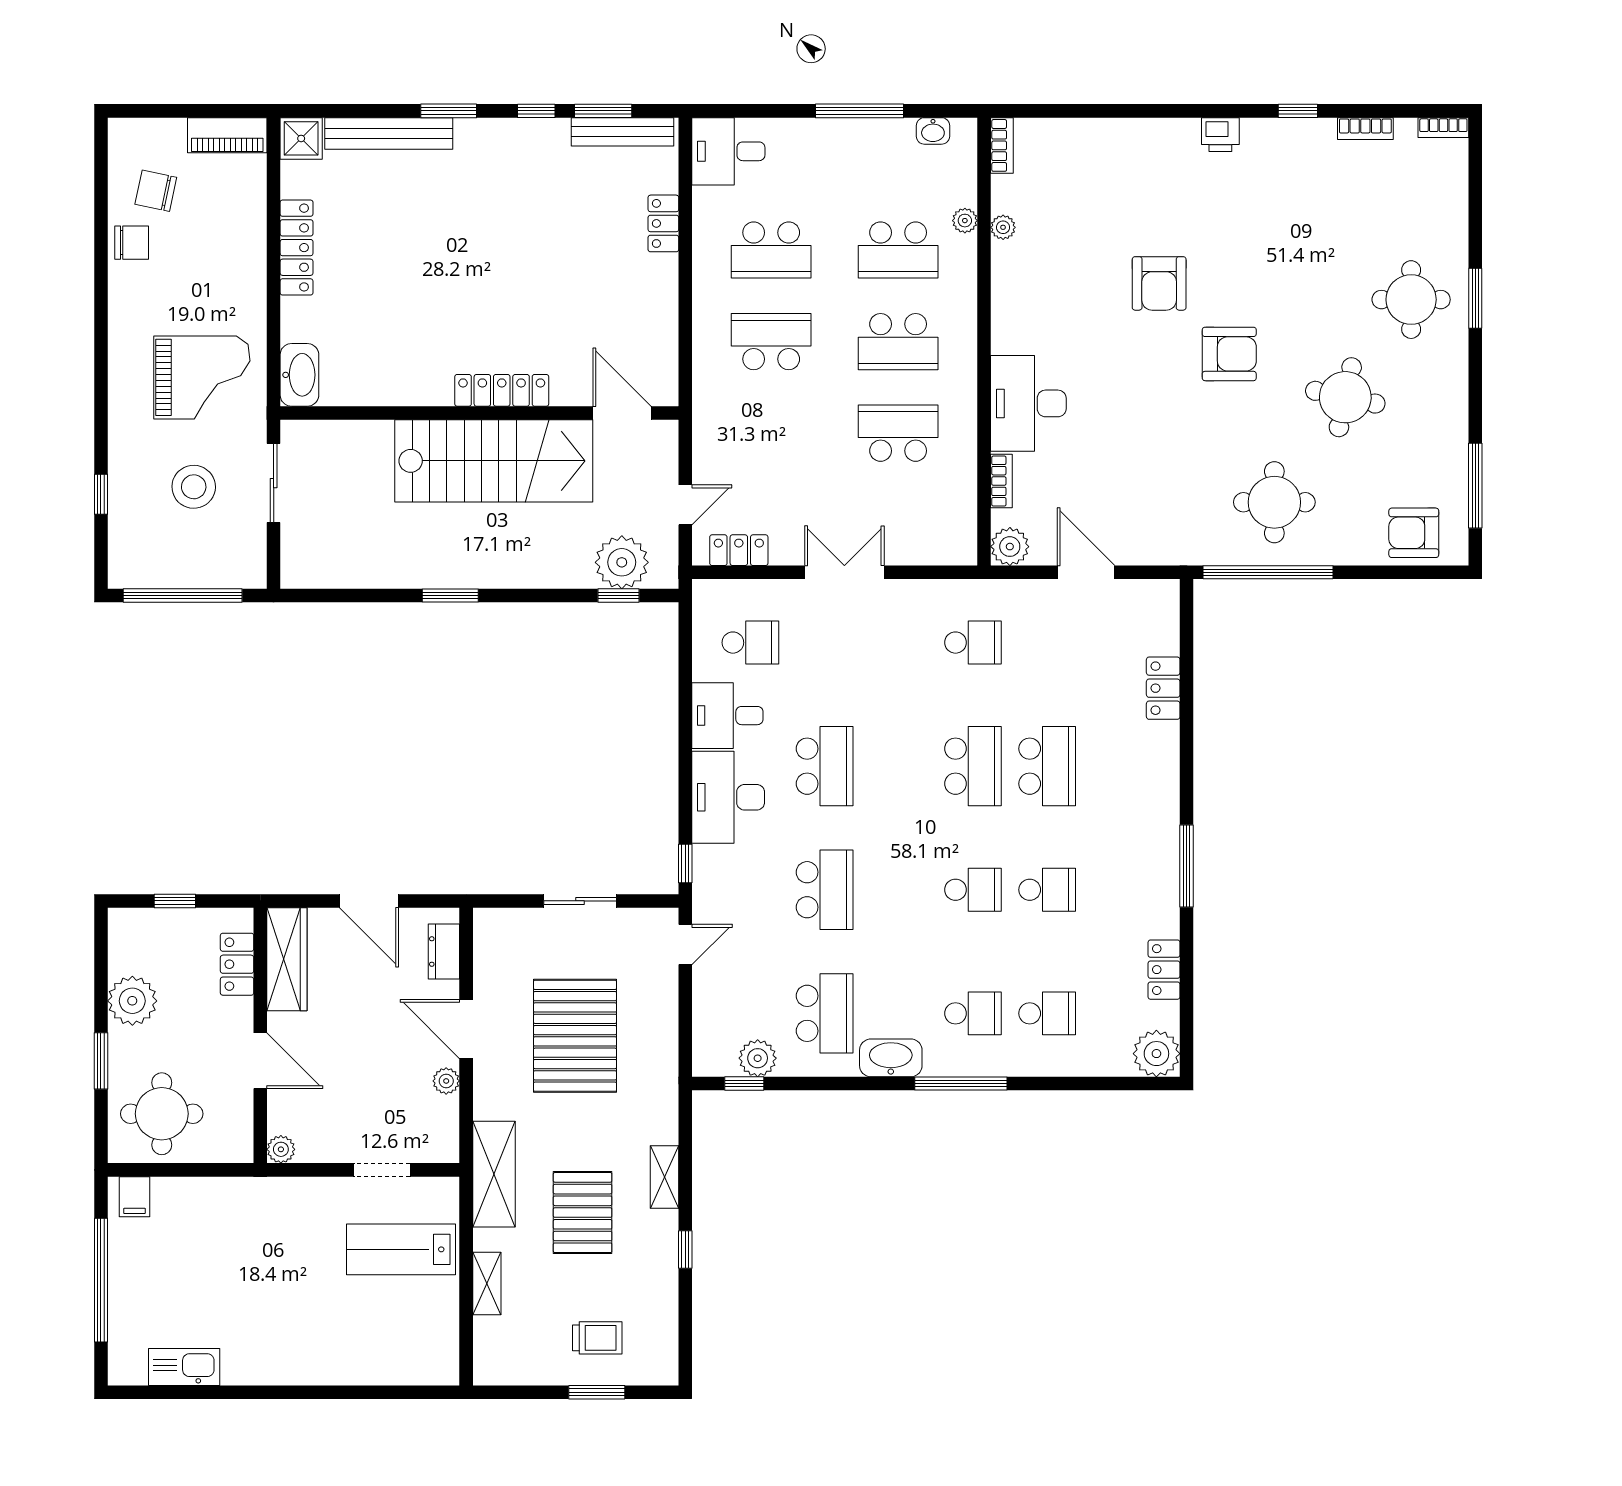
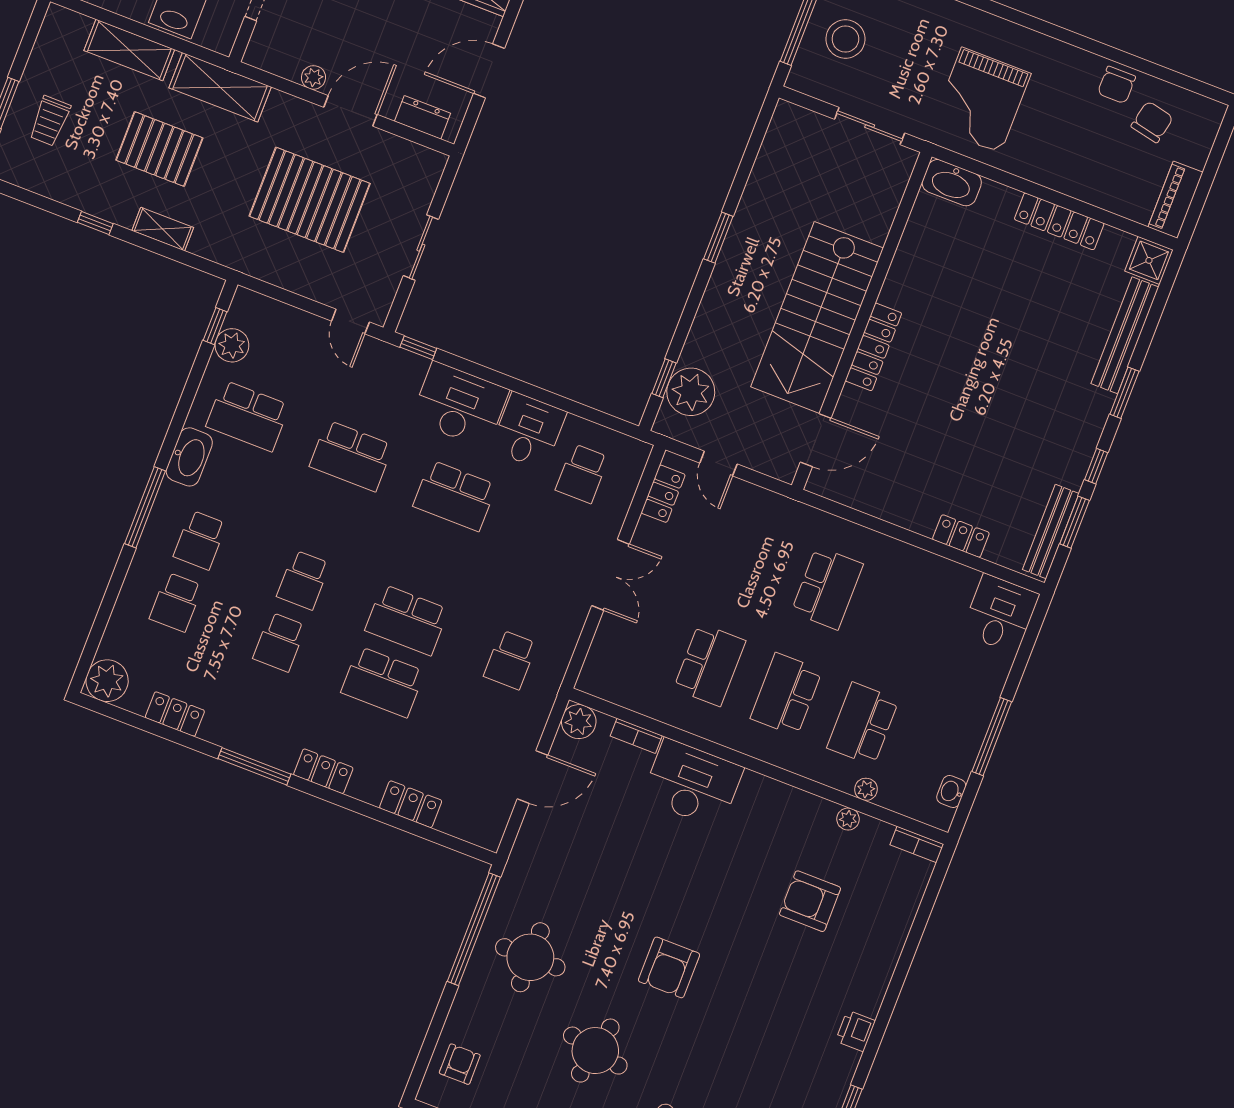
school desk: (771, 250) -> (904, 618), removed
armchair: (1159, 283) -> (810, 901), moved
stool: (194, 487) -> (845, 39), moved
armchair: (1414, 533) -> (460, 1064), width x0.72, depth x0.72
locker: (1164, 792) -> (323, 771), added
shelving: (487, 1284) -> (129, 50), width x1.50, depth x1.33

